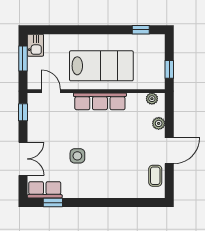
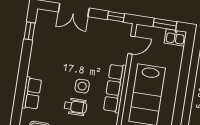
wheelchair: (126, 141) -> (76, 107), added
side table: (77, 156) -> (82, 86), moved
row of seats: (45, 190) -> (32, 93), moved

